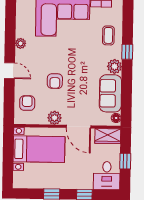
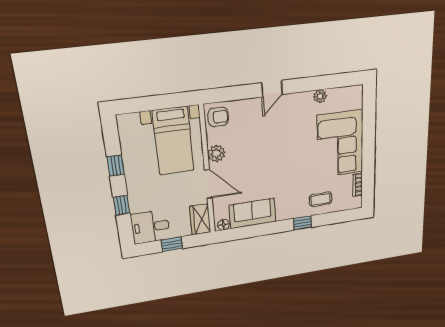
plant: (21, 43) -> (320, 96), moved
plant: (114, 66) -> (285, 212), removed
armchair: (55, 81) -> (263, 147), removed
armchair: (27, 103) -> (218, 117), moved
door: (79, 127) -> (208, 184), swing flipped

